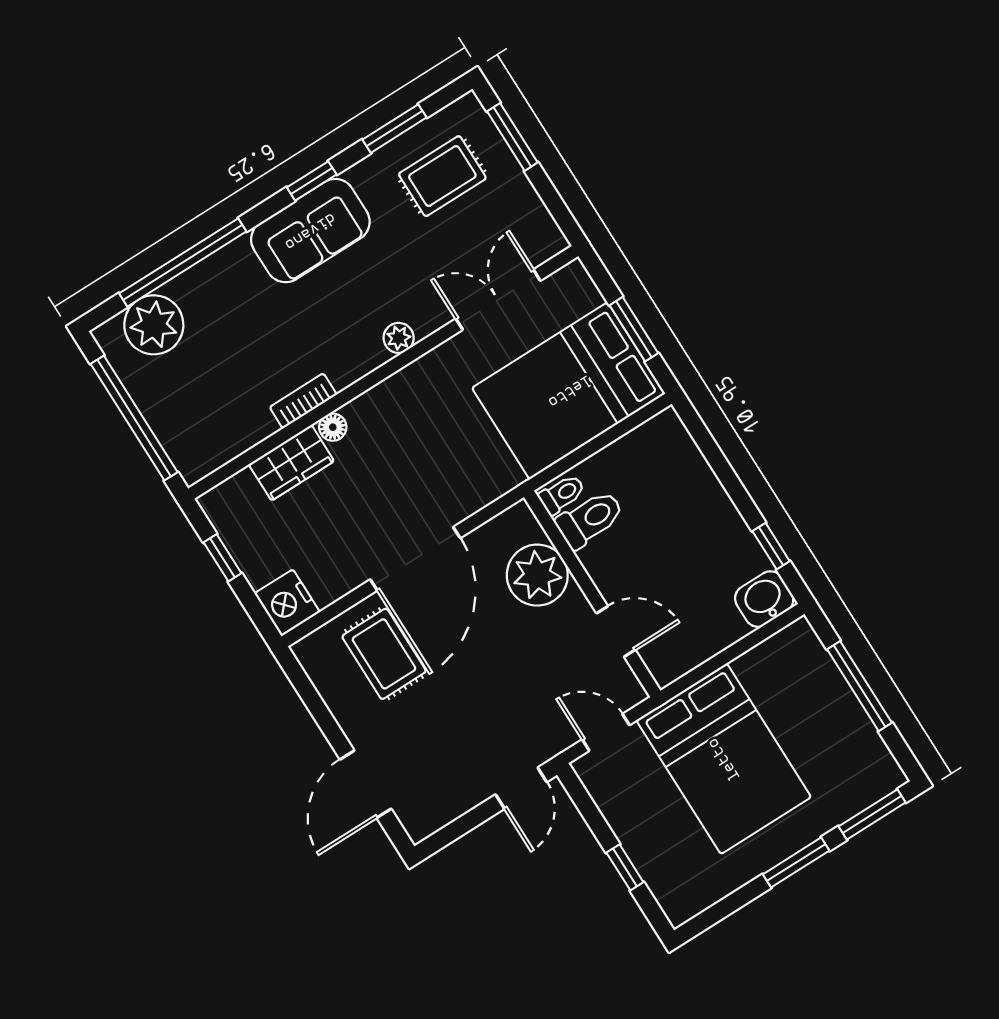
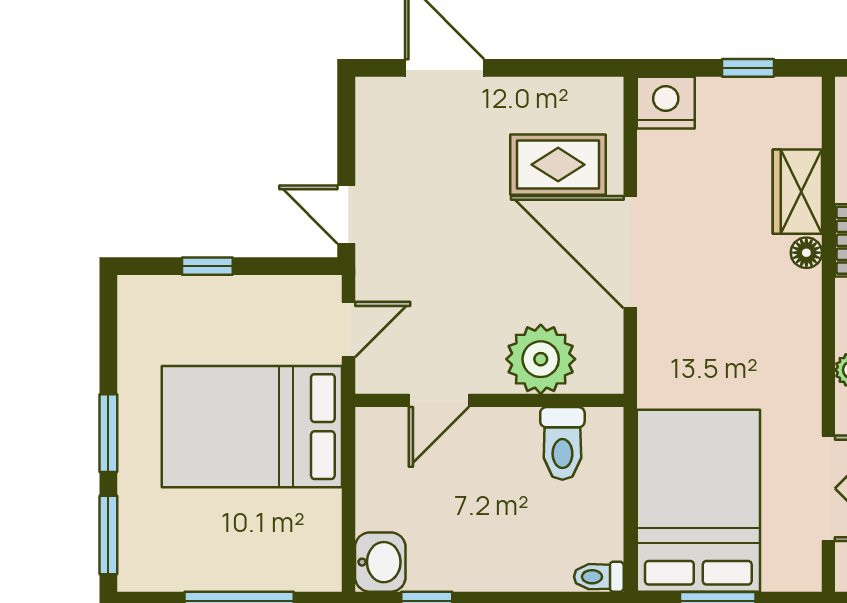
toilet: (562, 494) -> (599, 577), moved, turned 90

